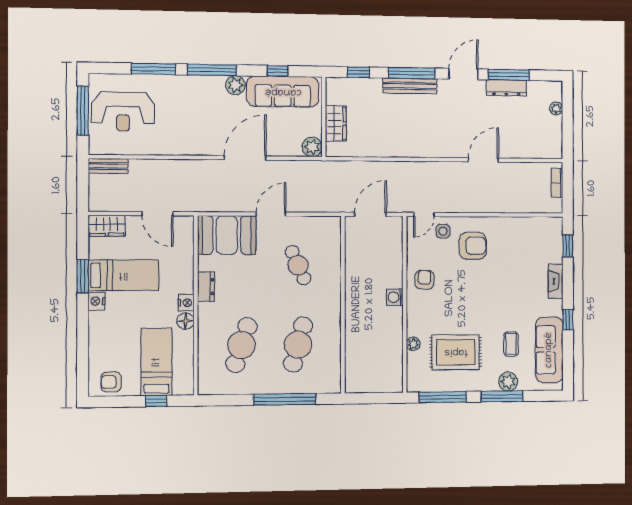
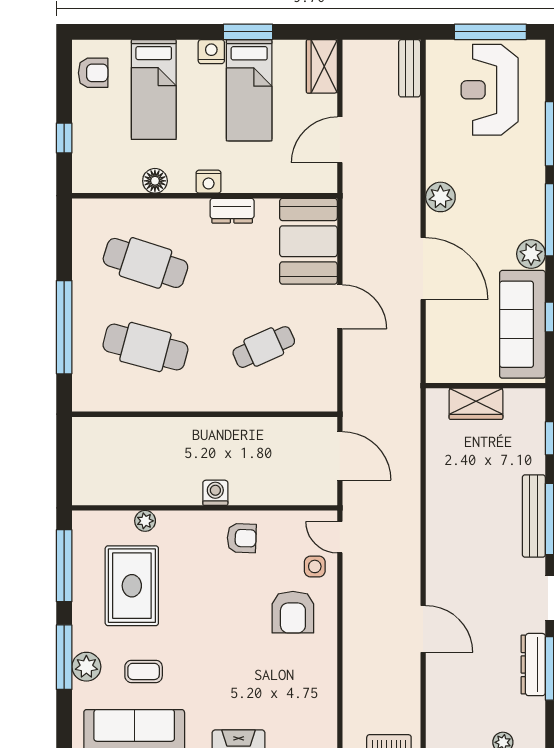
plant: (312, 147) -> (440, 197), moved
floor lamp: (185, 321) -> (155, 181), moved
bed: (157, 362) -> (154, 90), moved, turned 90
armchair: (111, 382) -> (93, 73), turned 90

